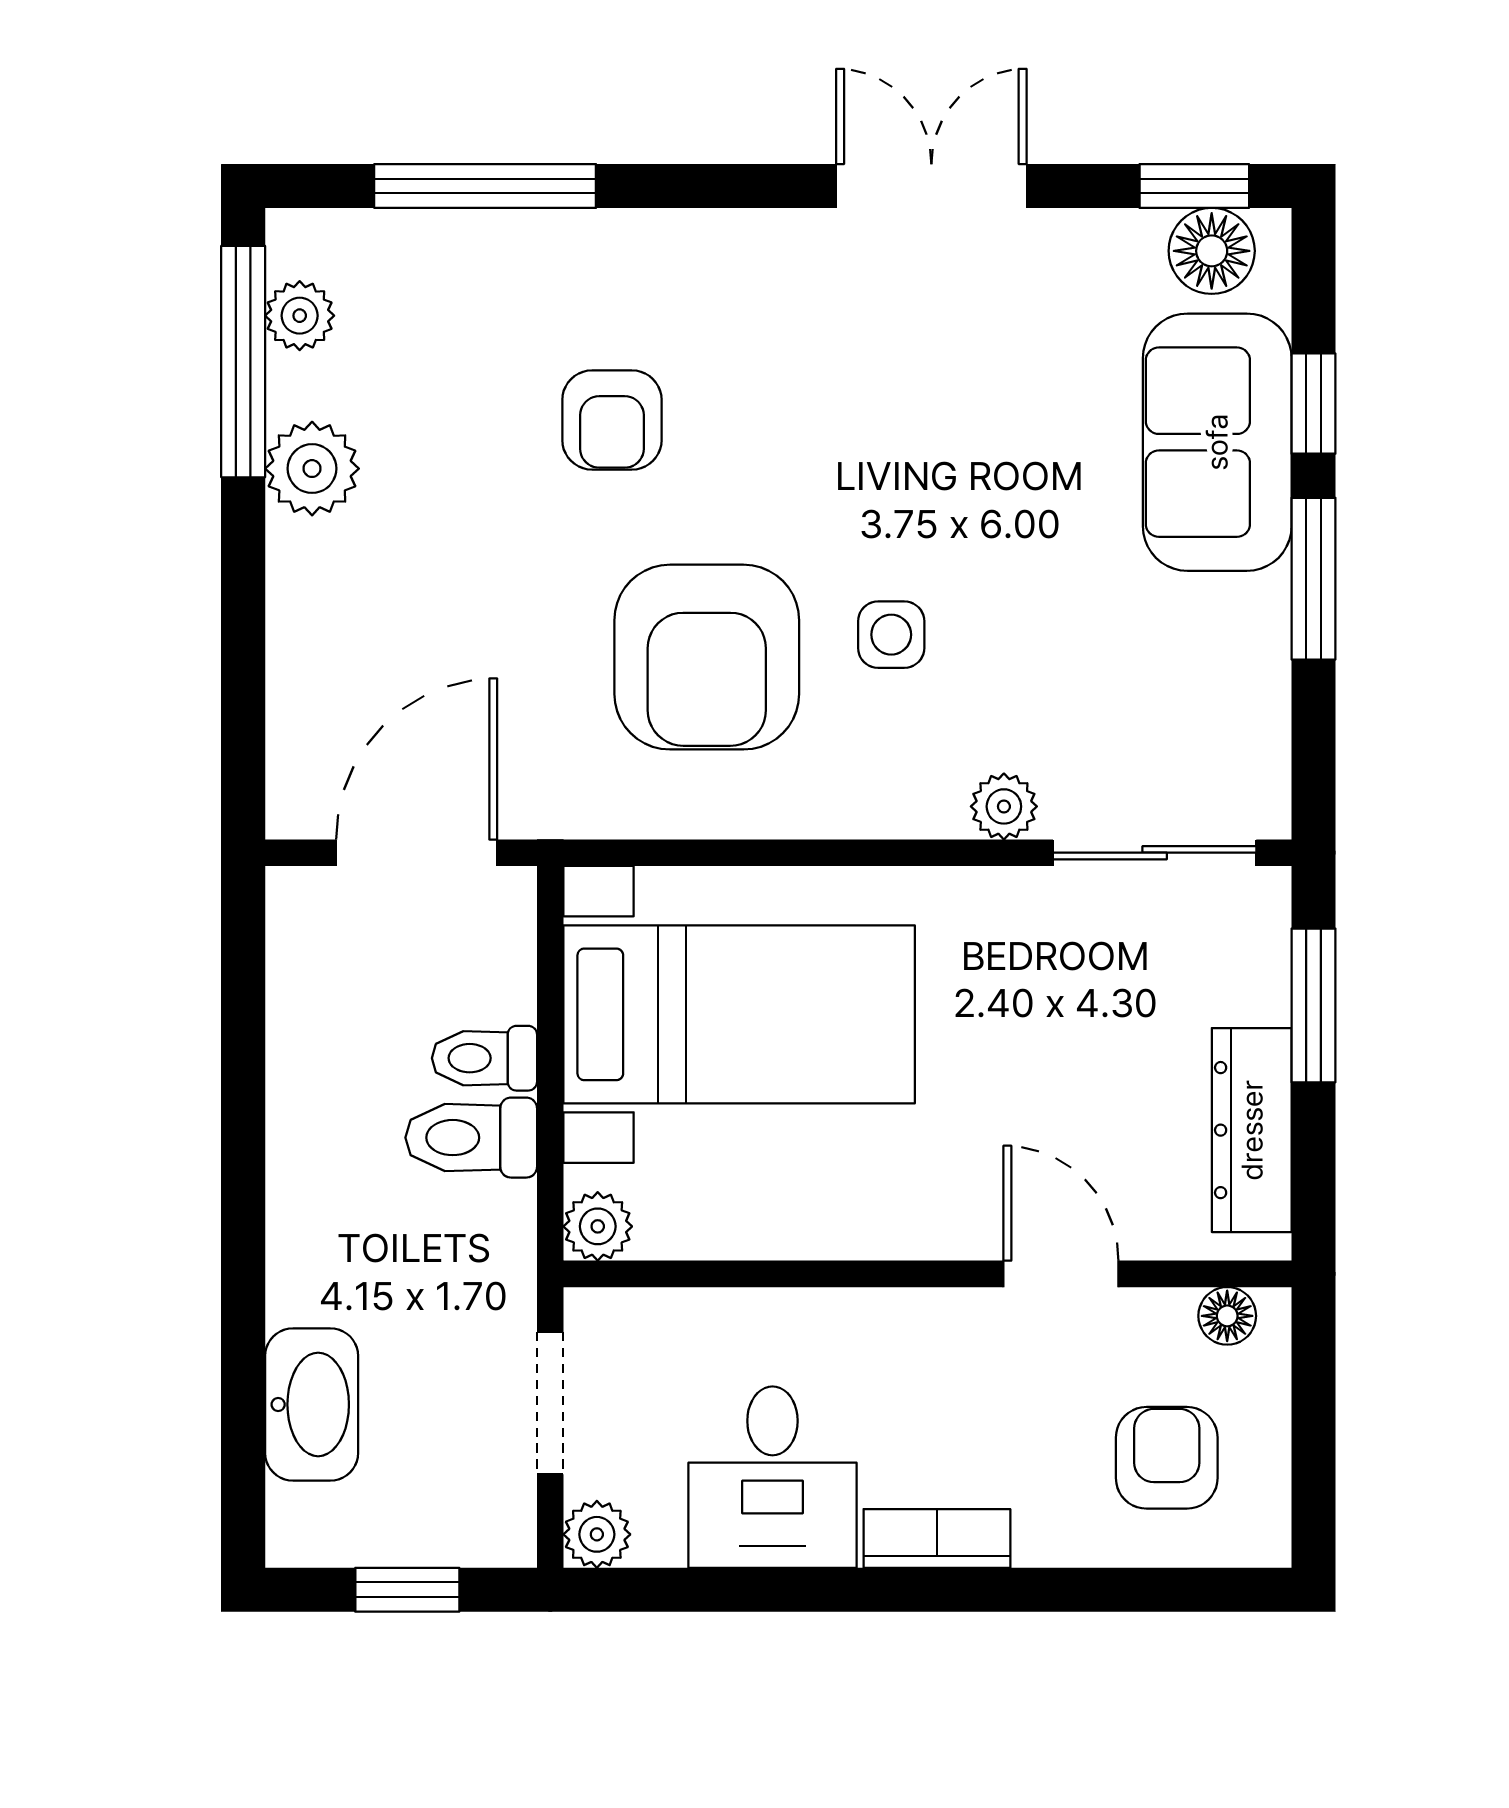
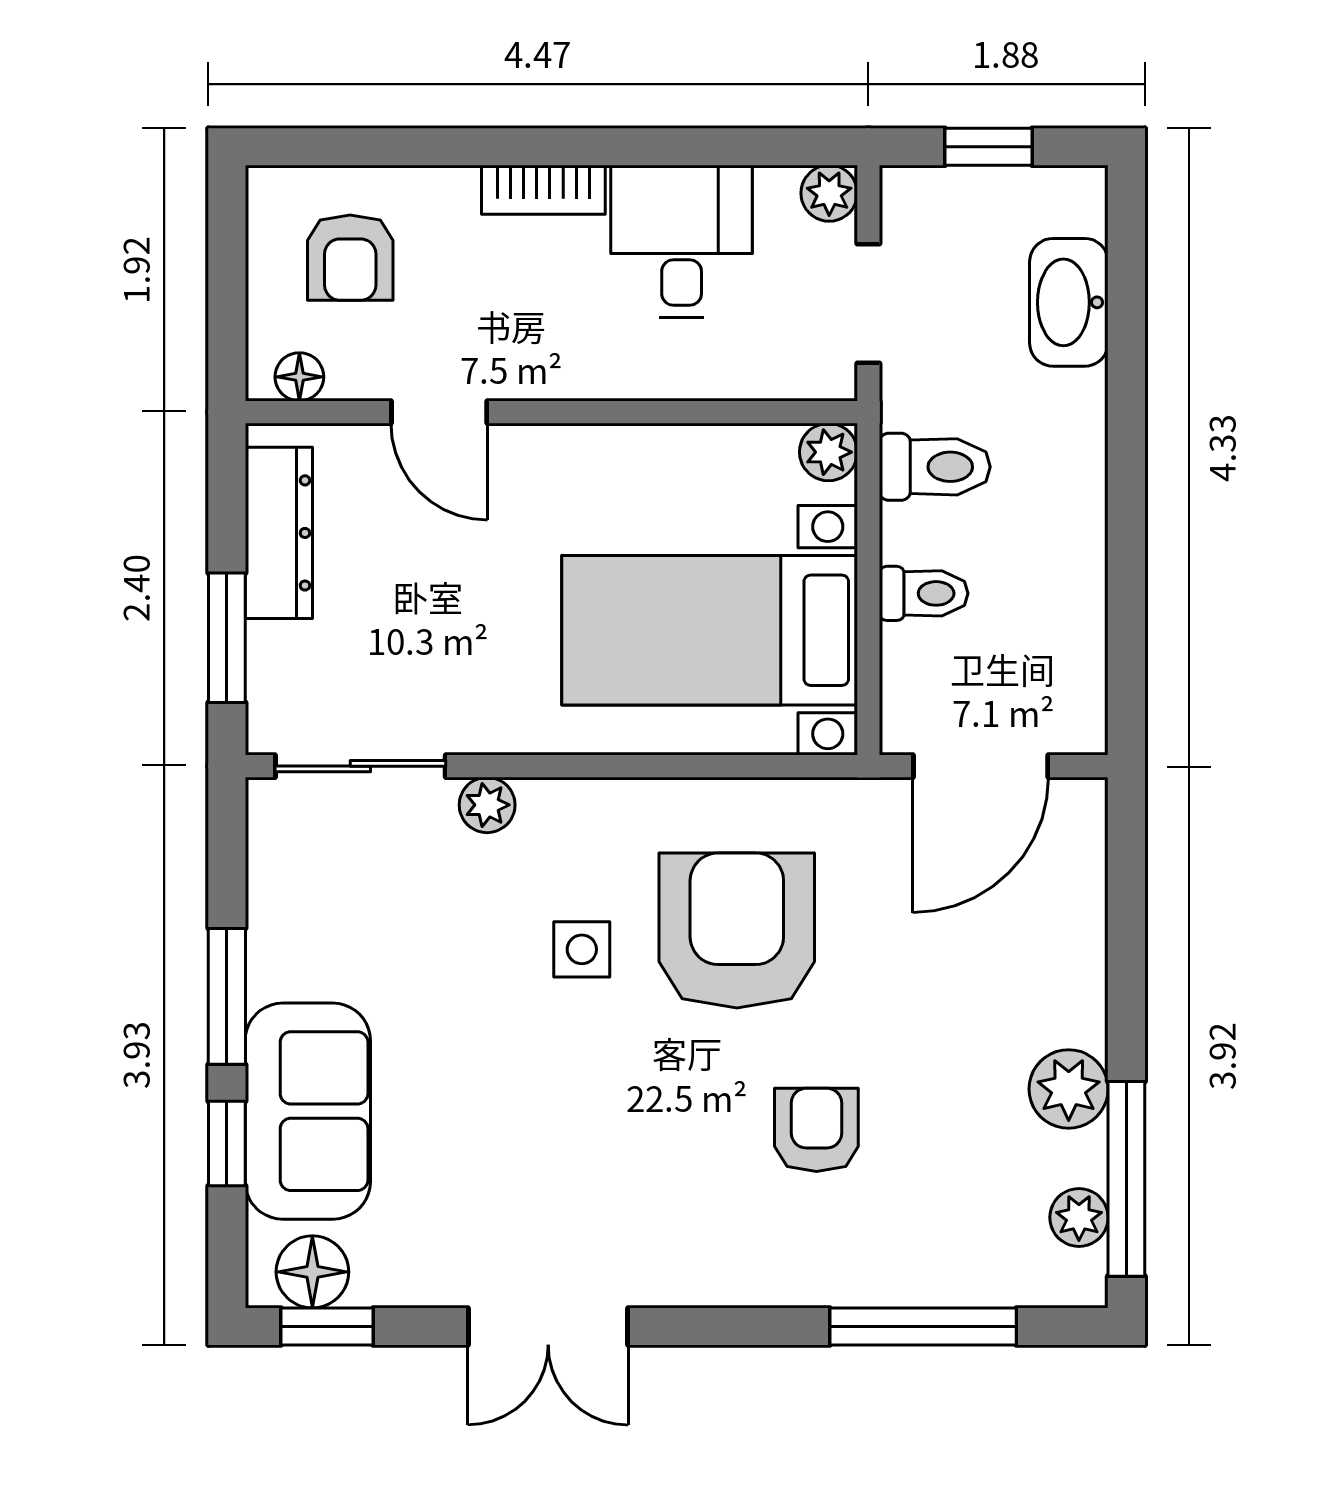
toilet: (471, 1138) -> (935, 467), moved

